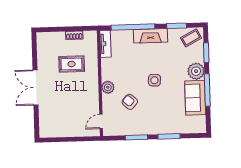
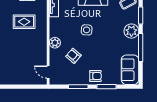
side table: (154, 80) -> (87, 30), moved
sofa: (195, 98) -> (130, 70), moved
door: (101, 121) -> (48, 72), hinge flipped
armchair: (156, 124) -> (95, 76), added

